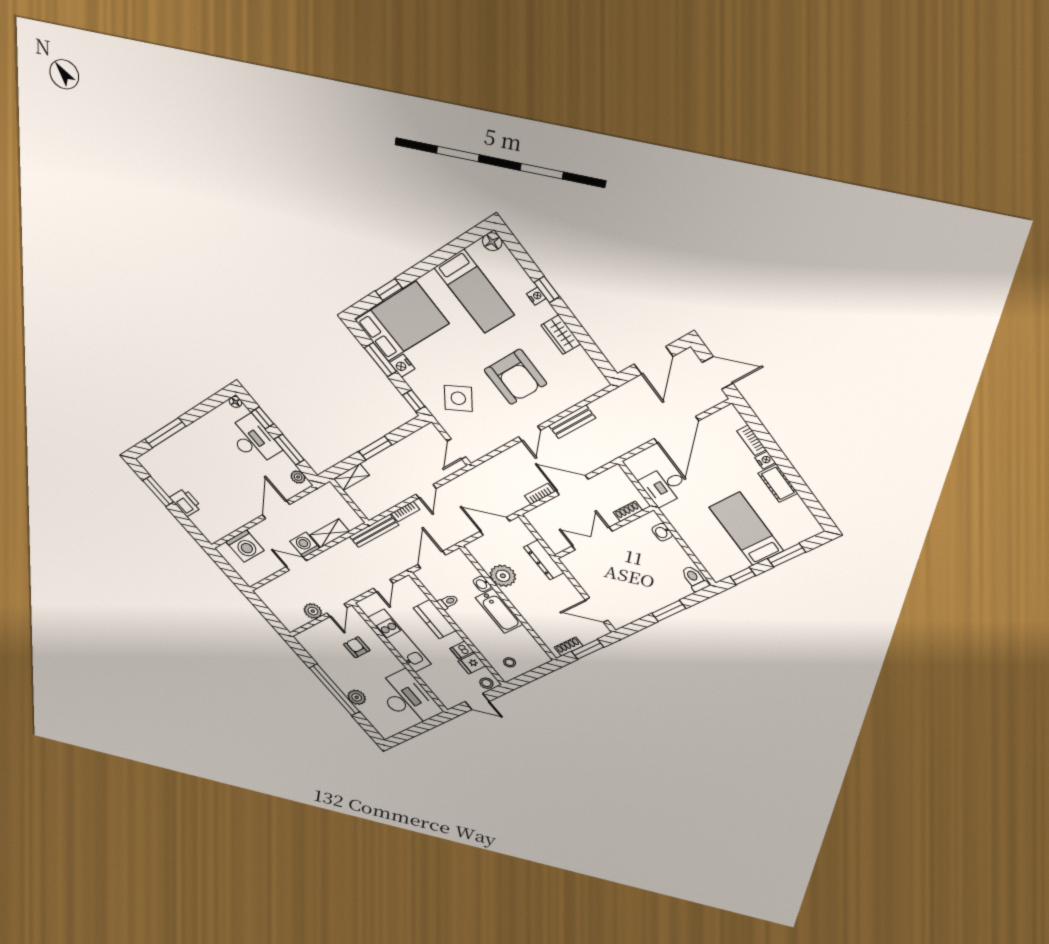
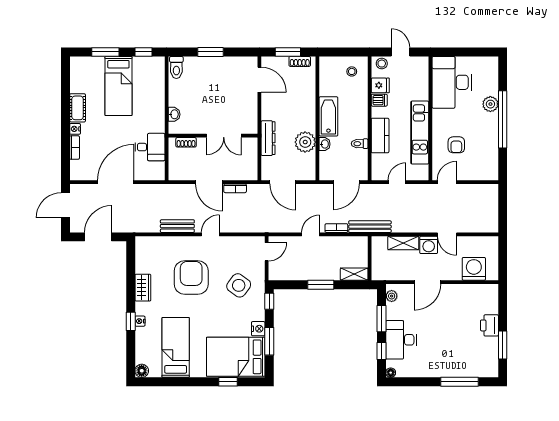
door: (717, 373) -> (65, 205), hinge flipped
plant: (313, 611) -> (466, 191), removed

